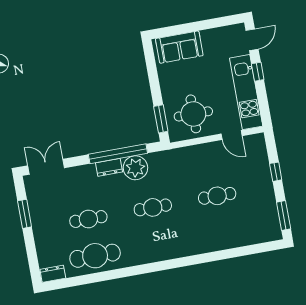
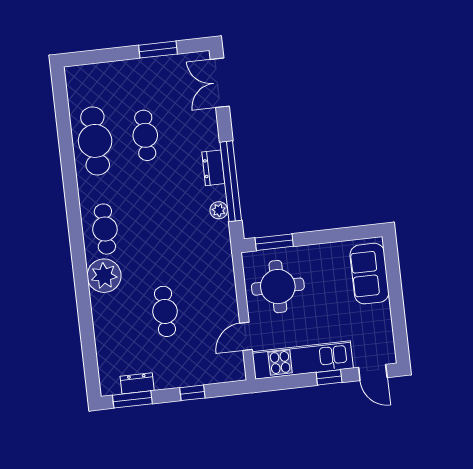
double door: (46, 167) -> (220, 83), swing flipped
plant: (135, 168) -> (219, 210), width x0.53, depth x0.53
cafe table: (153, 207) -> (105, 229), moved
plant: (194, 242) -> (104, 276), added
dresser: (53, 274) -> (137, 383), moved, turned -90

